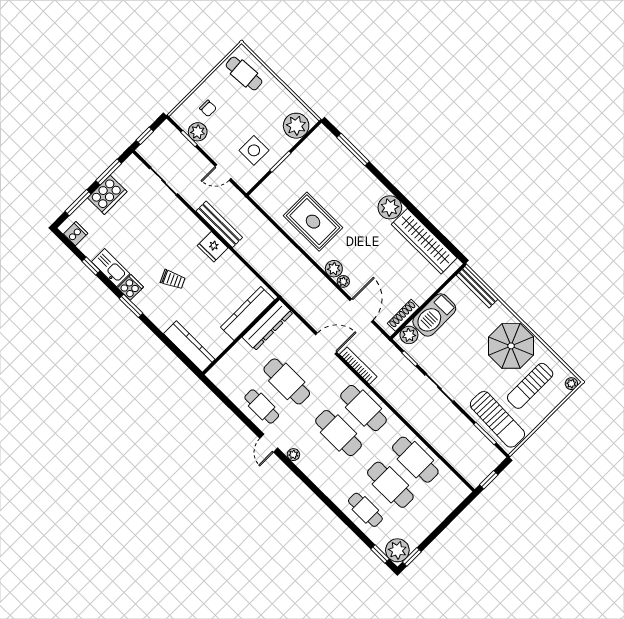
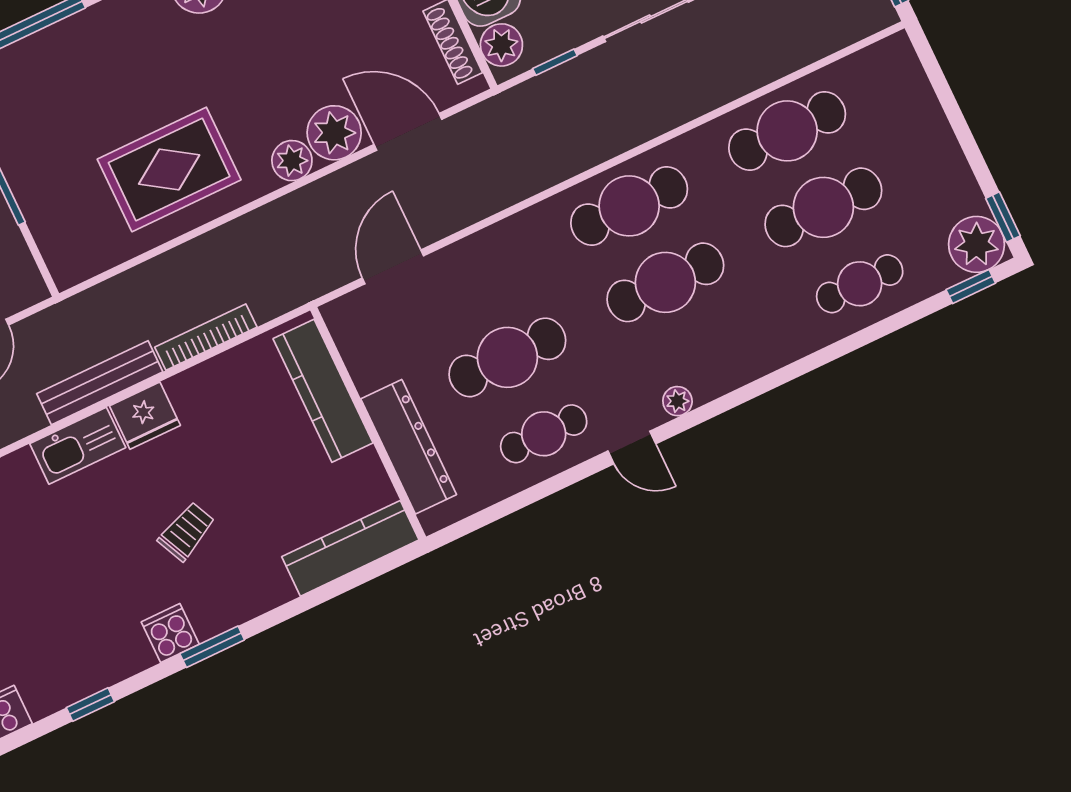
kitchen sink: (111, 268) -> (78, 446), moved, turned 180
plant: (343, 281) -> (334, 133), width x1.87, depth x1.87
dresser: (268, 325) -> (409, 447), moved
door: (326, 343) -> (393, 267), moved
bookcase: (358, 366) -> (206, 337), moved

